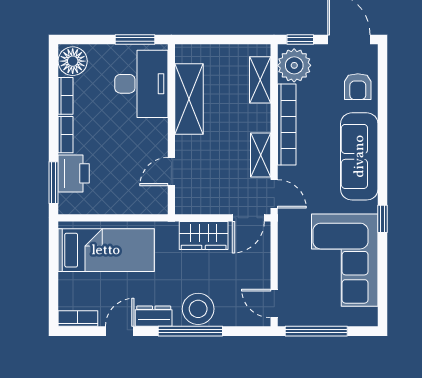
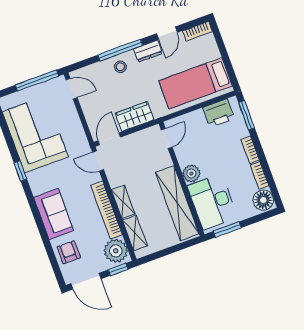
shelving: (189, 99) -> (177, 203), width x1.47
plant: (156, 132) -> (191, 173), added
shelving: (261, 155) -> (123, 202), moved
sofa: (359, 156) -> (54, 214), width x0.73
door: (171, 172) -> (167, 139), moved
printer: (74, 173) -> (219, 113), moved, turned -90
stool: (198, 309) -> (120, 67), width x0.53, depth x0.53

